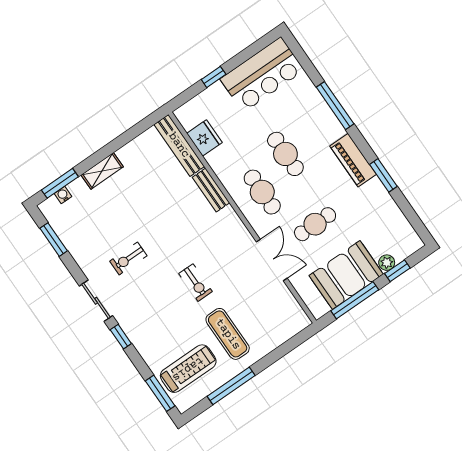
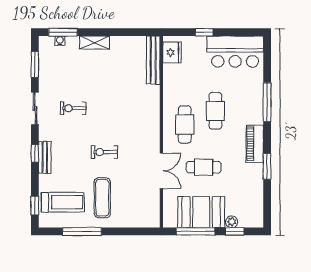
fridge: (204, 138) -> (172, 52), moved
bench: (211, 190) -> (45, 157), moved
exercise bike: (195, 283) -> (104, 152), turned 90
sliding door: (96, 301) -> (35, 108), moved
window: (160, 393) -> (35, 206), width x0.67

